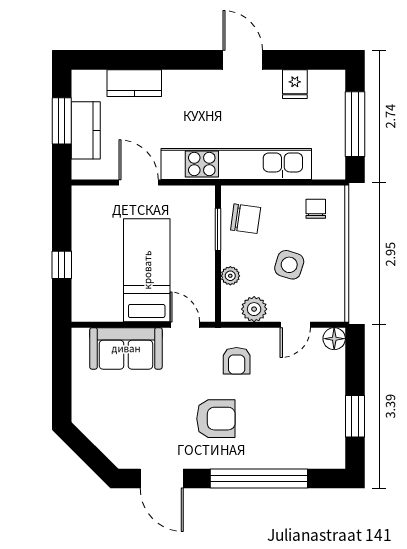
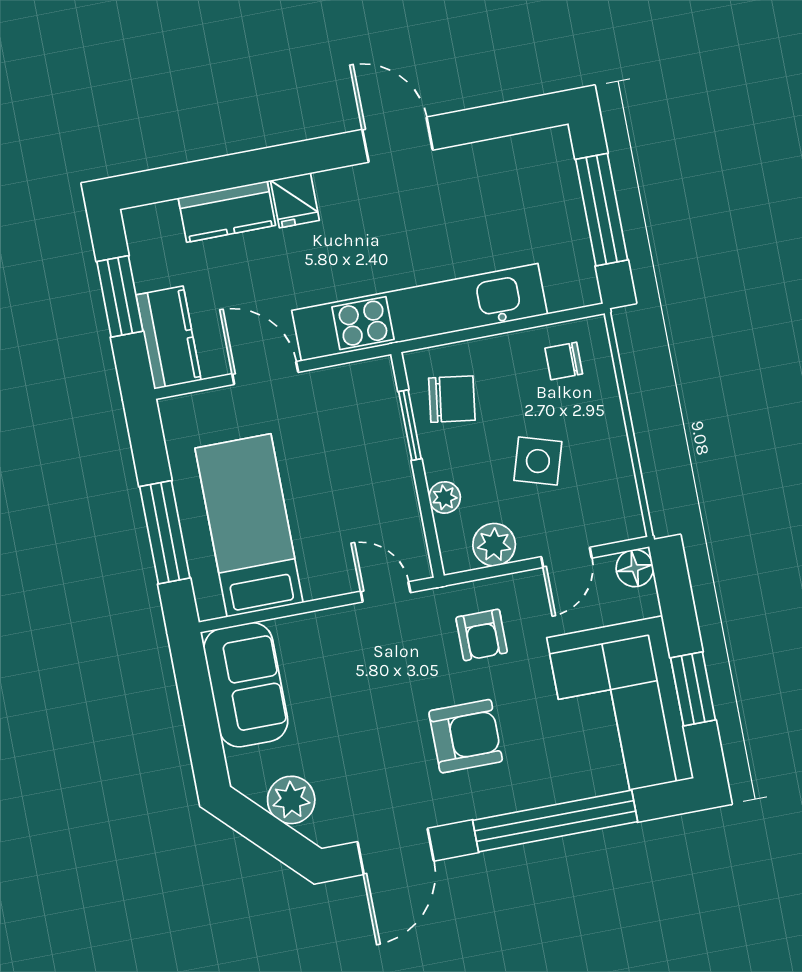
fridge: (295, 84) -> (295, 200), moved
kitchen counter: (86, 130) -> (169, 338), moved
chair: (316, 209) -> (564, 361), turned -90
window: (62, 265) -> (165, 532), width x2.17
bed: (147, 270) -> (249, 525), moved
sofa: (126, 348) -> (246, 685), moved, turned -90
corner sofa: (310, 419) -> (620, 708), added
plant: (106, 437) -> (291, 800), added
door: (162, 479) -> (396, 851), hinge flipped

